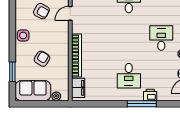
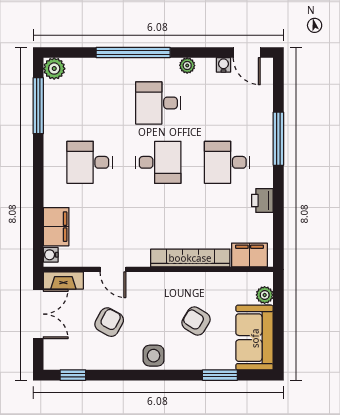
desk: (129, 38) -> (158, 162), added
desk: (129, 76) -> (227, 162), turned 180
printer: (150, 95) -> (262, 201), moved

